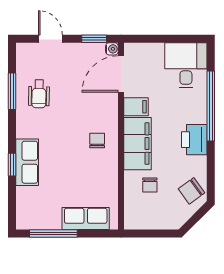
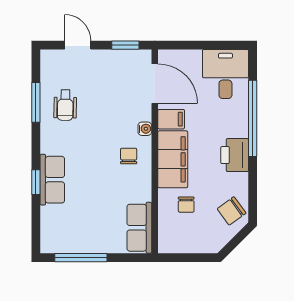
water cooler: (112, 49) -> (145, 129), moved
door: (121, 74) -> (155, 84), swing flipped
row of seats: (86, 219) -> (139, 228), moved, turned -90

